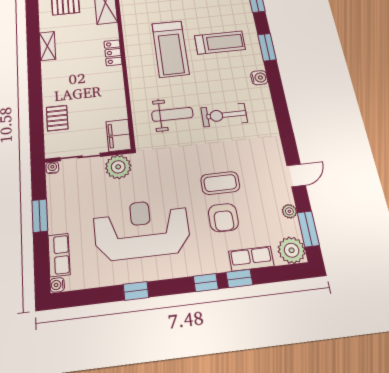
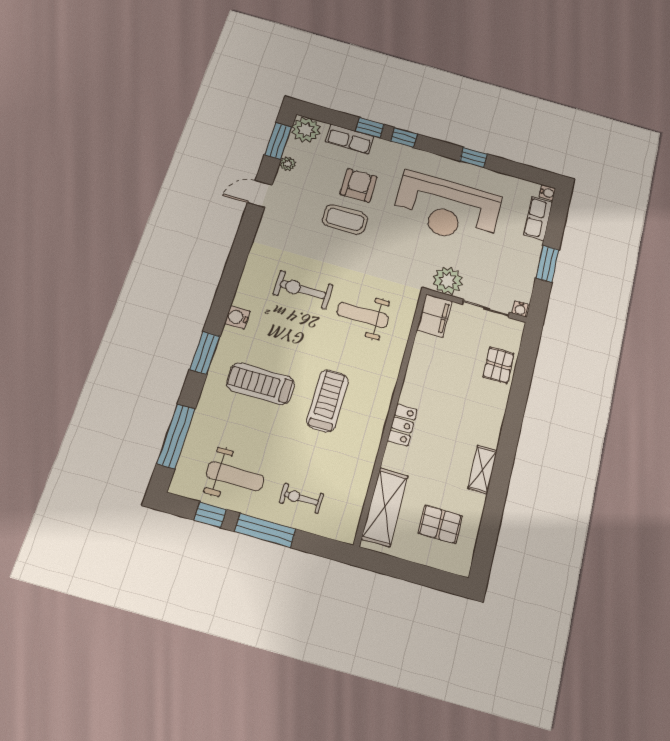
treadmill: (170, 49) -> (327, 401), width x0.73, depth x0.73
exercise bike: (224, 115) -> (303, 290), turned 180

